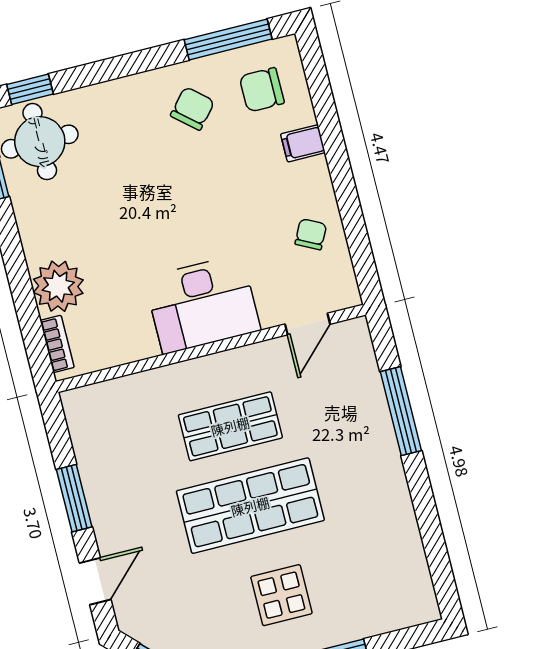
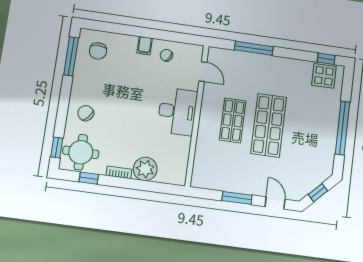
chair: (192, 109) -> (86, 113), moved
filing cabinet: (303, 143) -> (145, 46), moved
bookcase: (57, 344) -> (119, 172), moved
window: (442, 574) -> (326, 59), added
display table: (281, 595) -> (324, 76), moved

